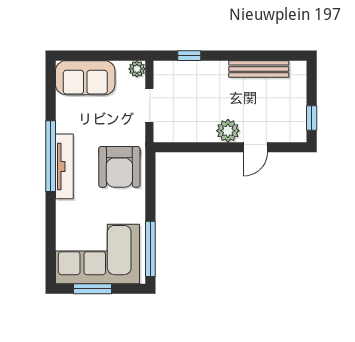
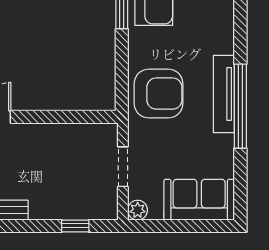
plant: (228, 131) -> (29, 137), removed
armchair: (119, 167) -> (159, 94), turned 90

